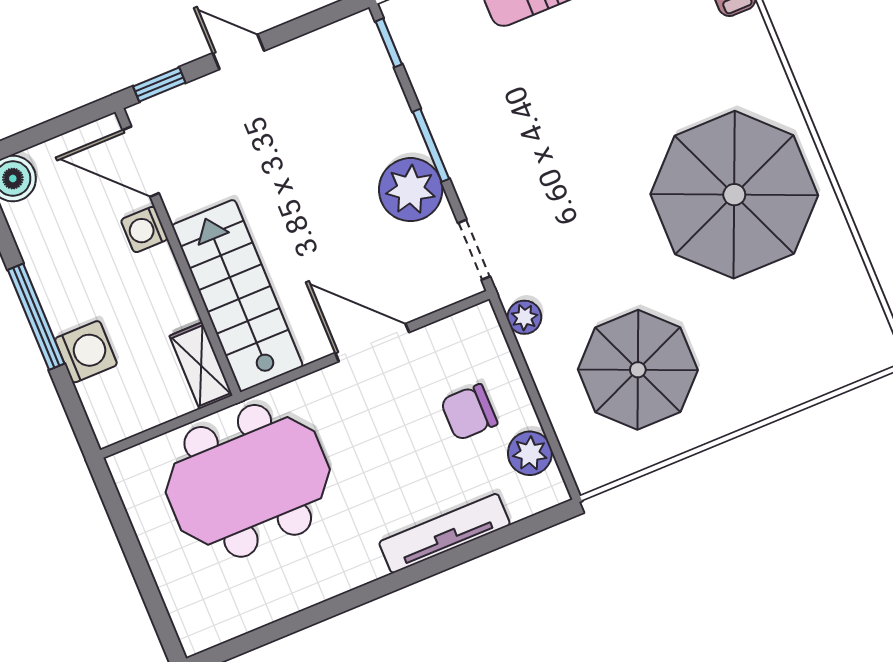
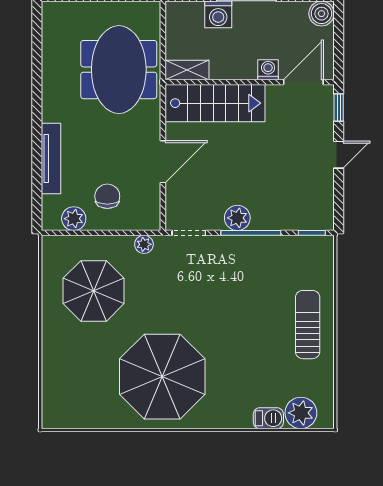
window: (431, 145) -> (251, 233), width x1.44
plant: (411, 190) -> (237, 218), width x0.73, depth x0.73

